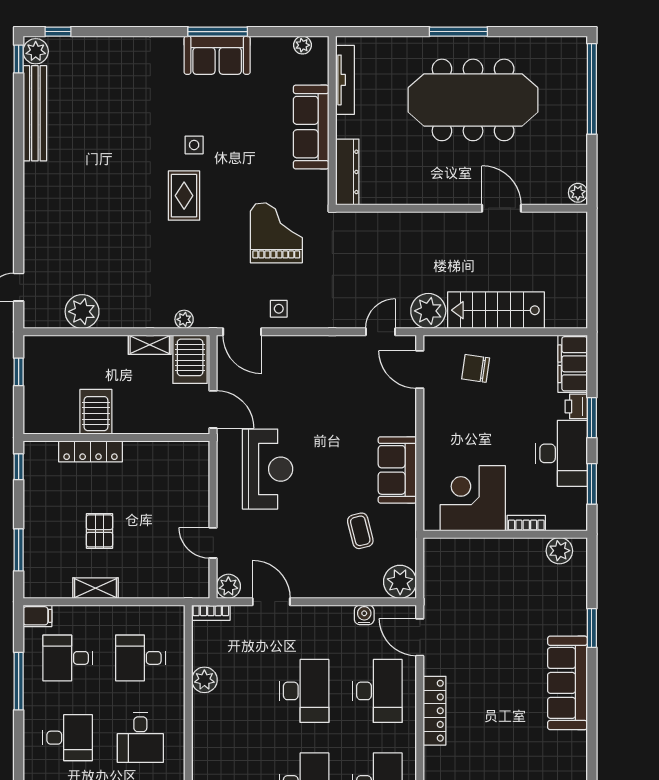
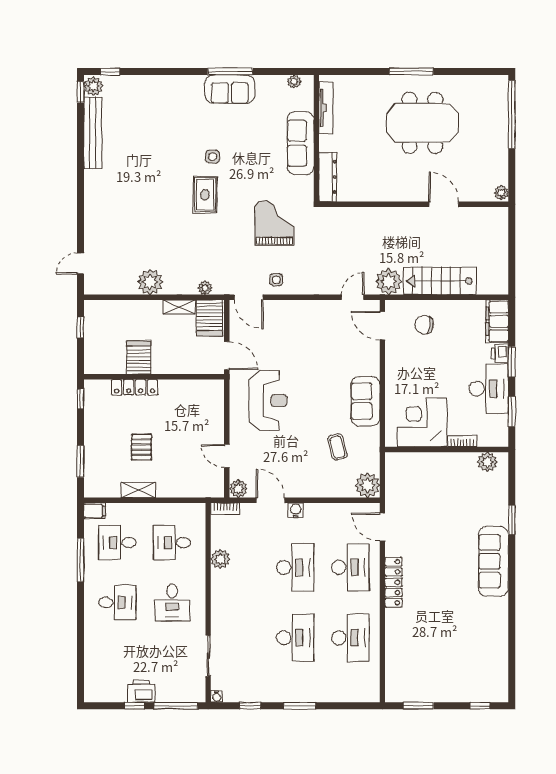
meeting table: (473, 100) -> (422, 123), width x0.73
plant: (82, 312) -> (150, 282), moved
water cooler: (364, 615) -> (296, 510), moved

